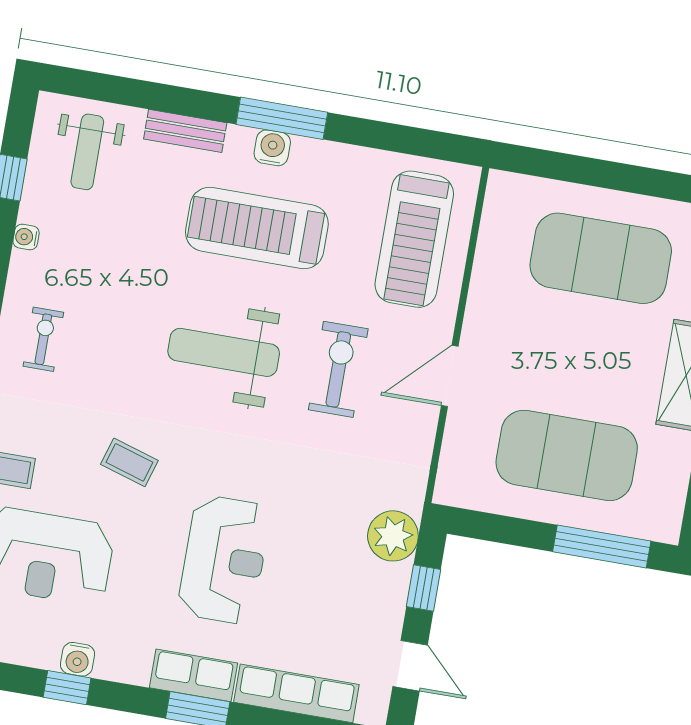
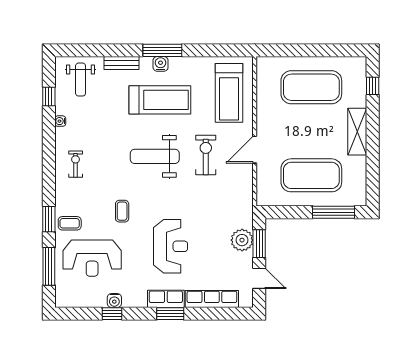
treadmill: (257, 228) -> (160, 100), turned 180
coffee table: (129, 462) -> (122, 211), turned 73
plant: (393, 536) -> (242, 240), moved
window: (424, 588) -> (259, 244), width x1.50

